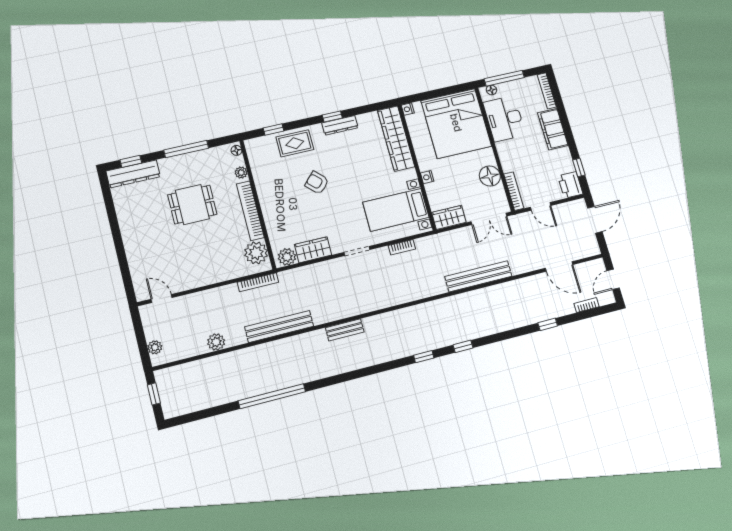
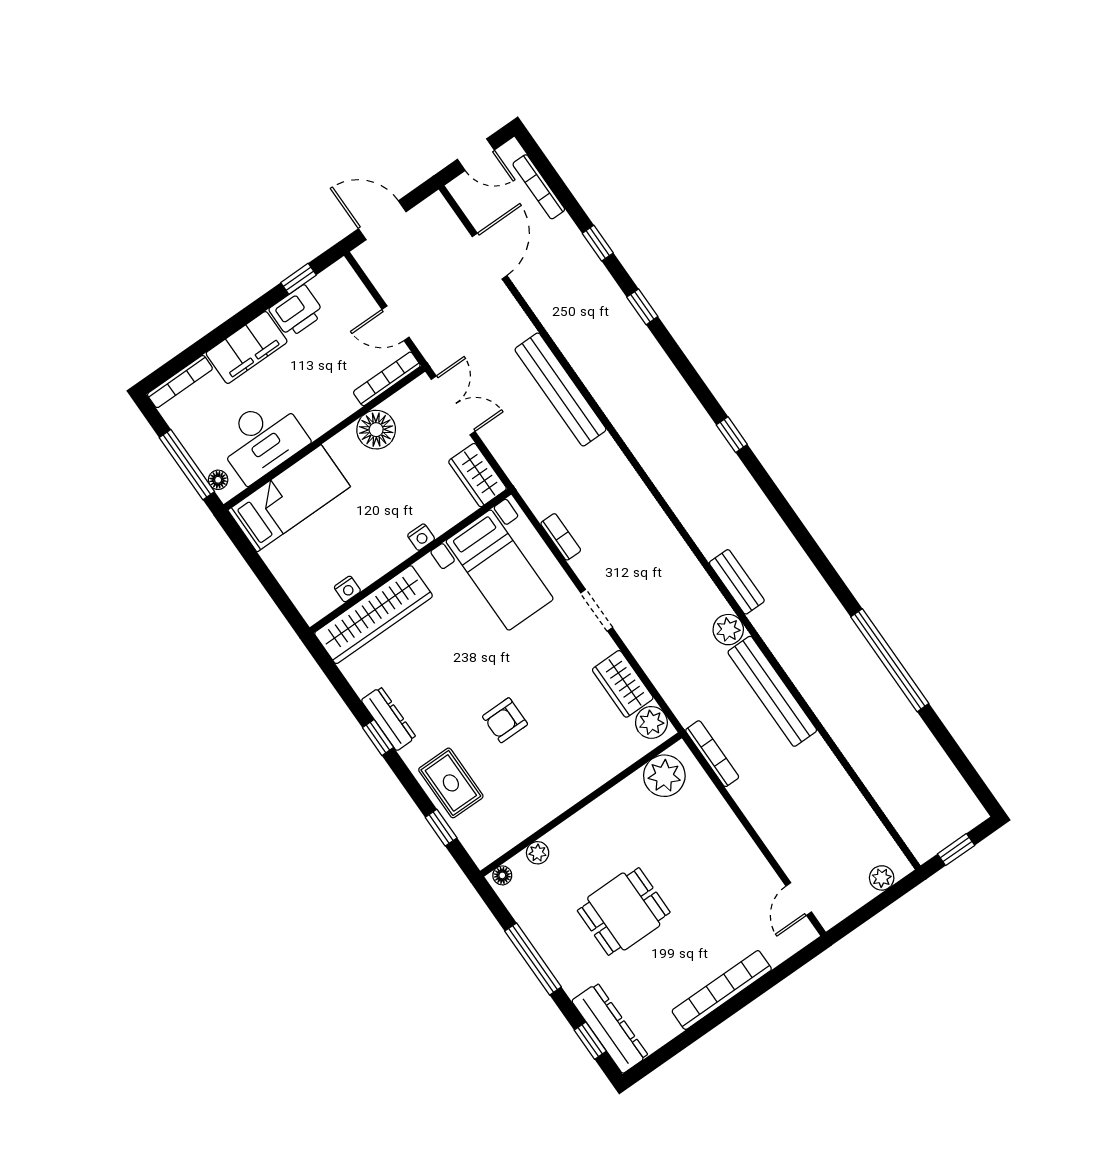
nightstand: (408, 109) -> (347, 589), moved
bed: (456, 123) -> (289, 498), width x0.49
armchair: (317, 183) -> (505, 720), turned 46
printer: (570, 185) -> (297, 311), moved
dining table: (192, 205) -> (624, 911), turned 90
door: (541, 206) -> (396, 323), swing flipped
bookcase: (250, 211) -> (722, 990), moved, turned 180
bookcase: (587, 305) -> (539, 187), width x1.56
plant: (216, 342) -> (728, 630), moved
window: (463, 346) -> (642, 307), moved

